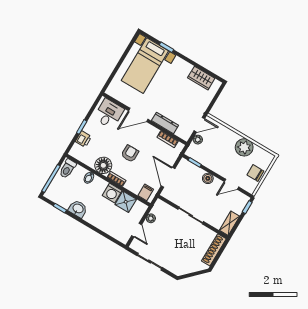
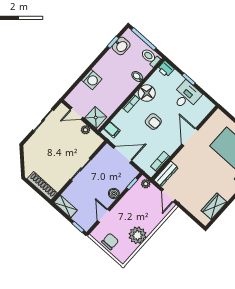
desk: (109, 114) -> (186, 96), moved, turned -90
dresser: (165, 123) -> (166, 174), moved
printer: (83, 139) -> (166, 69), moved
plant: (198, 140) -> (146, 184), moved
washing machine: (112, 193) -> (92, 80), moved, turned 180
shower: (126, 202) -> (96, 118), moved
washbasin: (78, 209) -> (121, 46), moved

